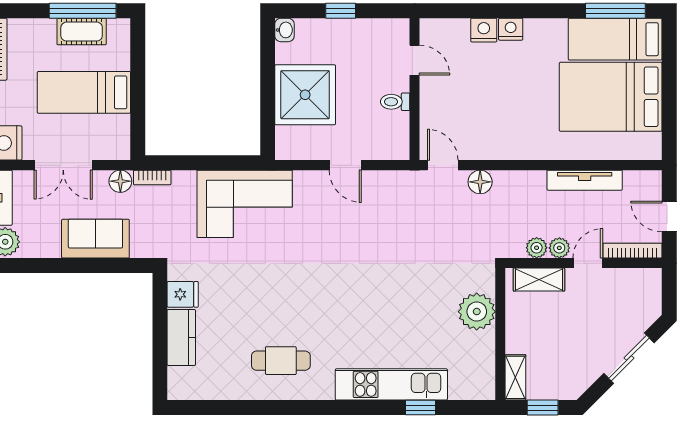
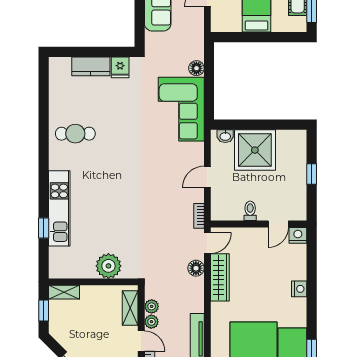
washbasin: (284, 30) -> (225, 136), moved
nightstand: (484, 30) -> (298, 235), moved, turned -90
wardrobe: (494, 147) -> (220, 277), added
bookcase: (152, 177) -> (199, 216), moved
floor lamp: (120, 181) -> (196, 68), moved
cafe table: (281, 361) -> (75, 134), turned 90

